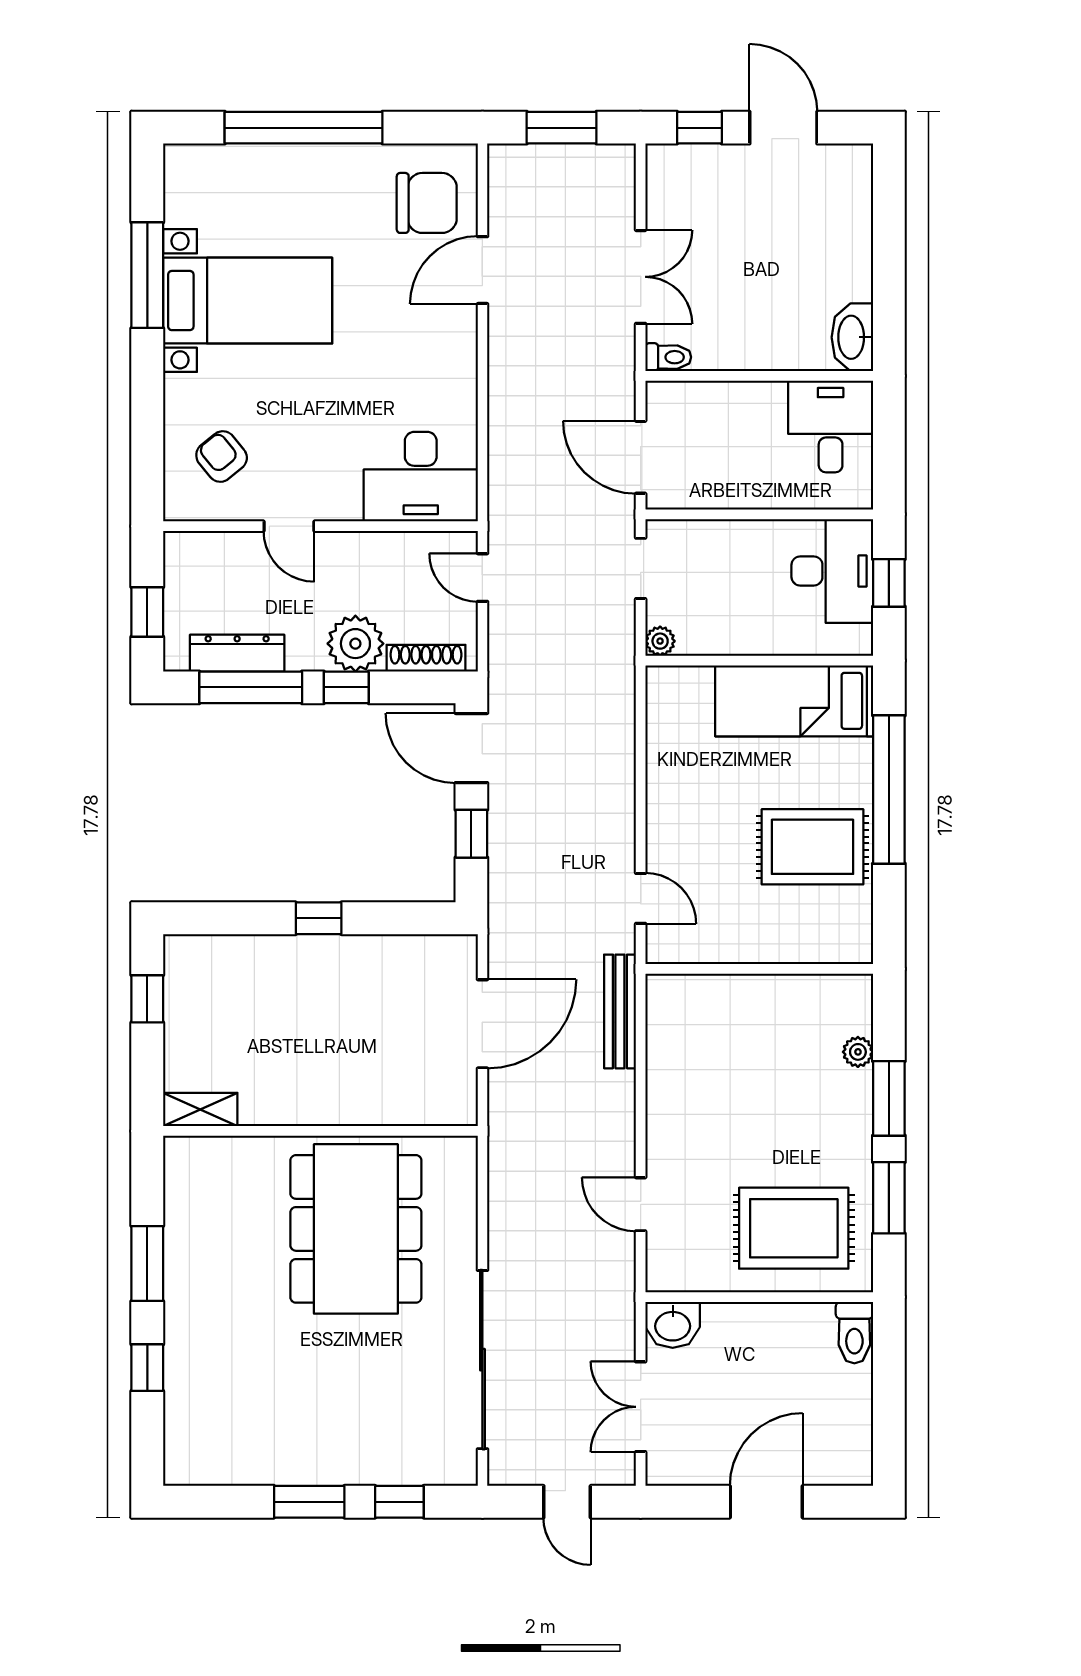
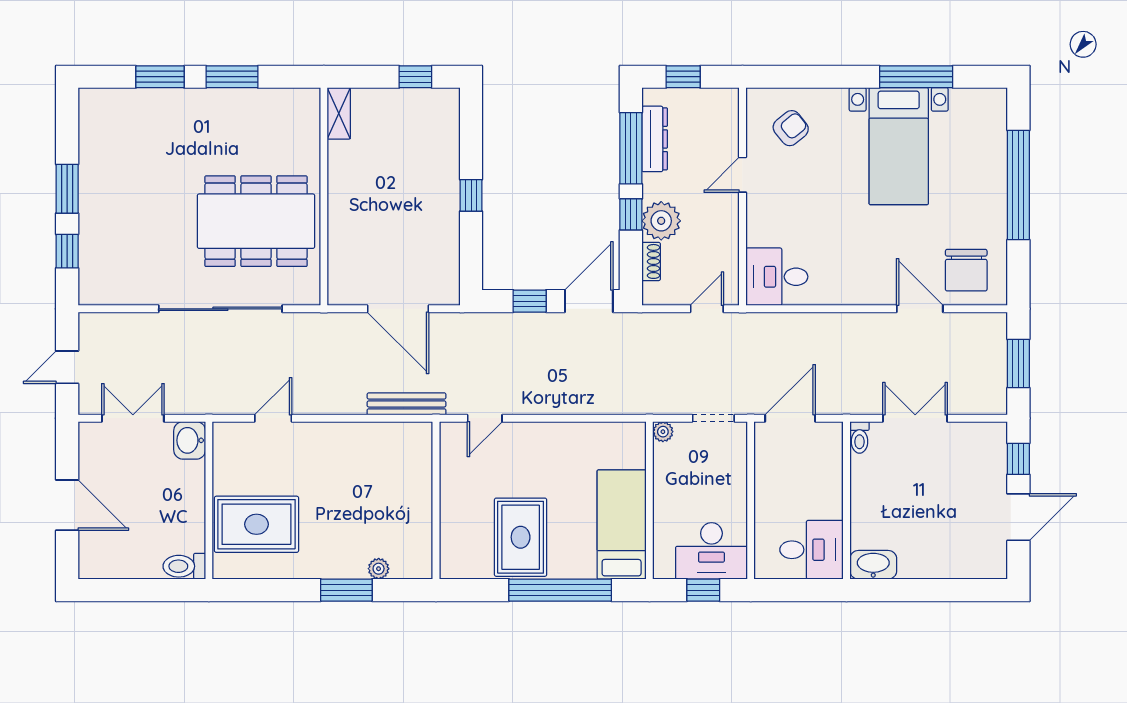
double door: (641, 277) -> (915, 418), swing flipped
desk: (421, 477) -> (777, 277), width x0.73
shoe rack: (426, 658) -> (651, 261), width x0.70
window: (889, 1198) -> (278, 590), removed
rug: (794, 1228) -> (256, 524), turned 90
sliding door: (482, 1360) -> (220, 309), moved
window: (147, 1368) -> (160, 77), width x1.50

